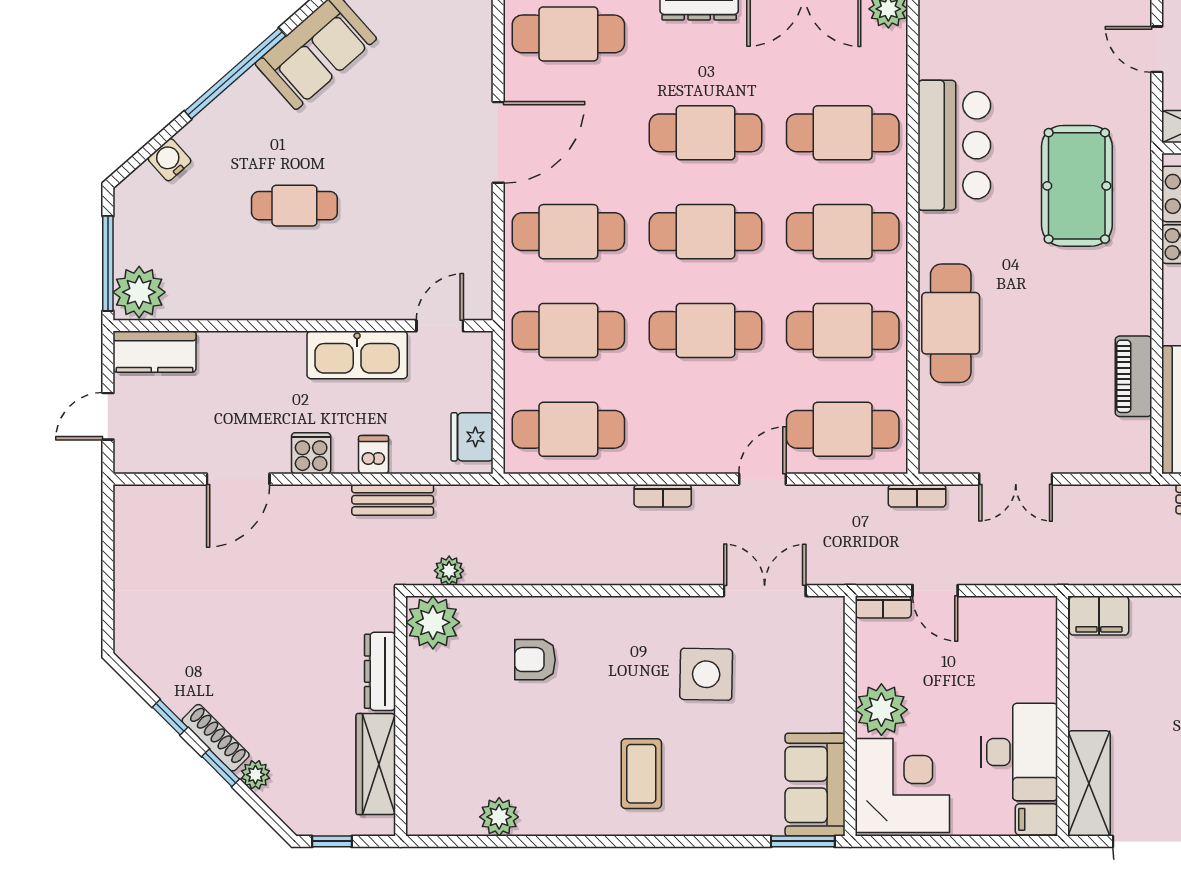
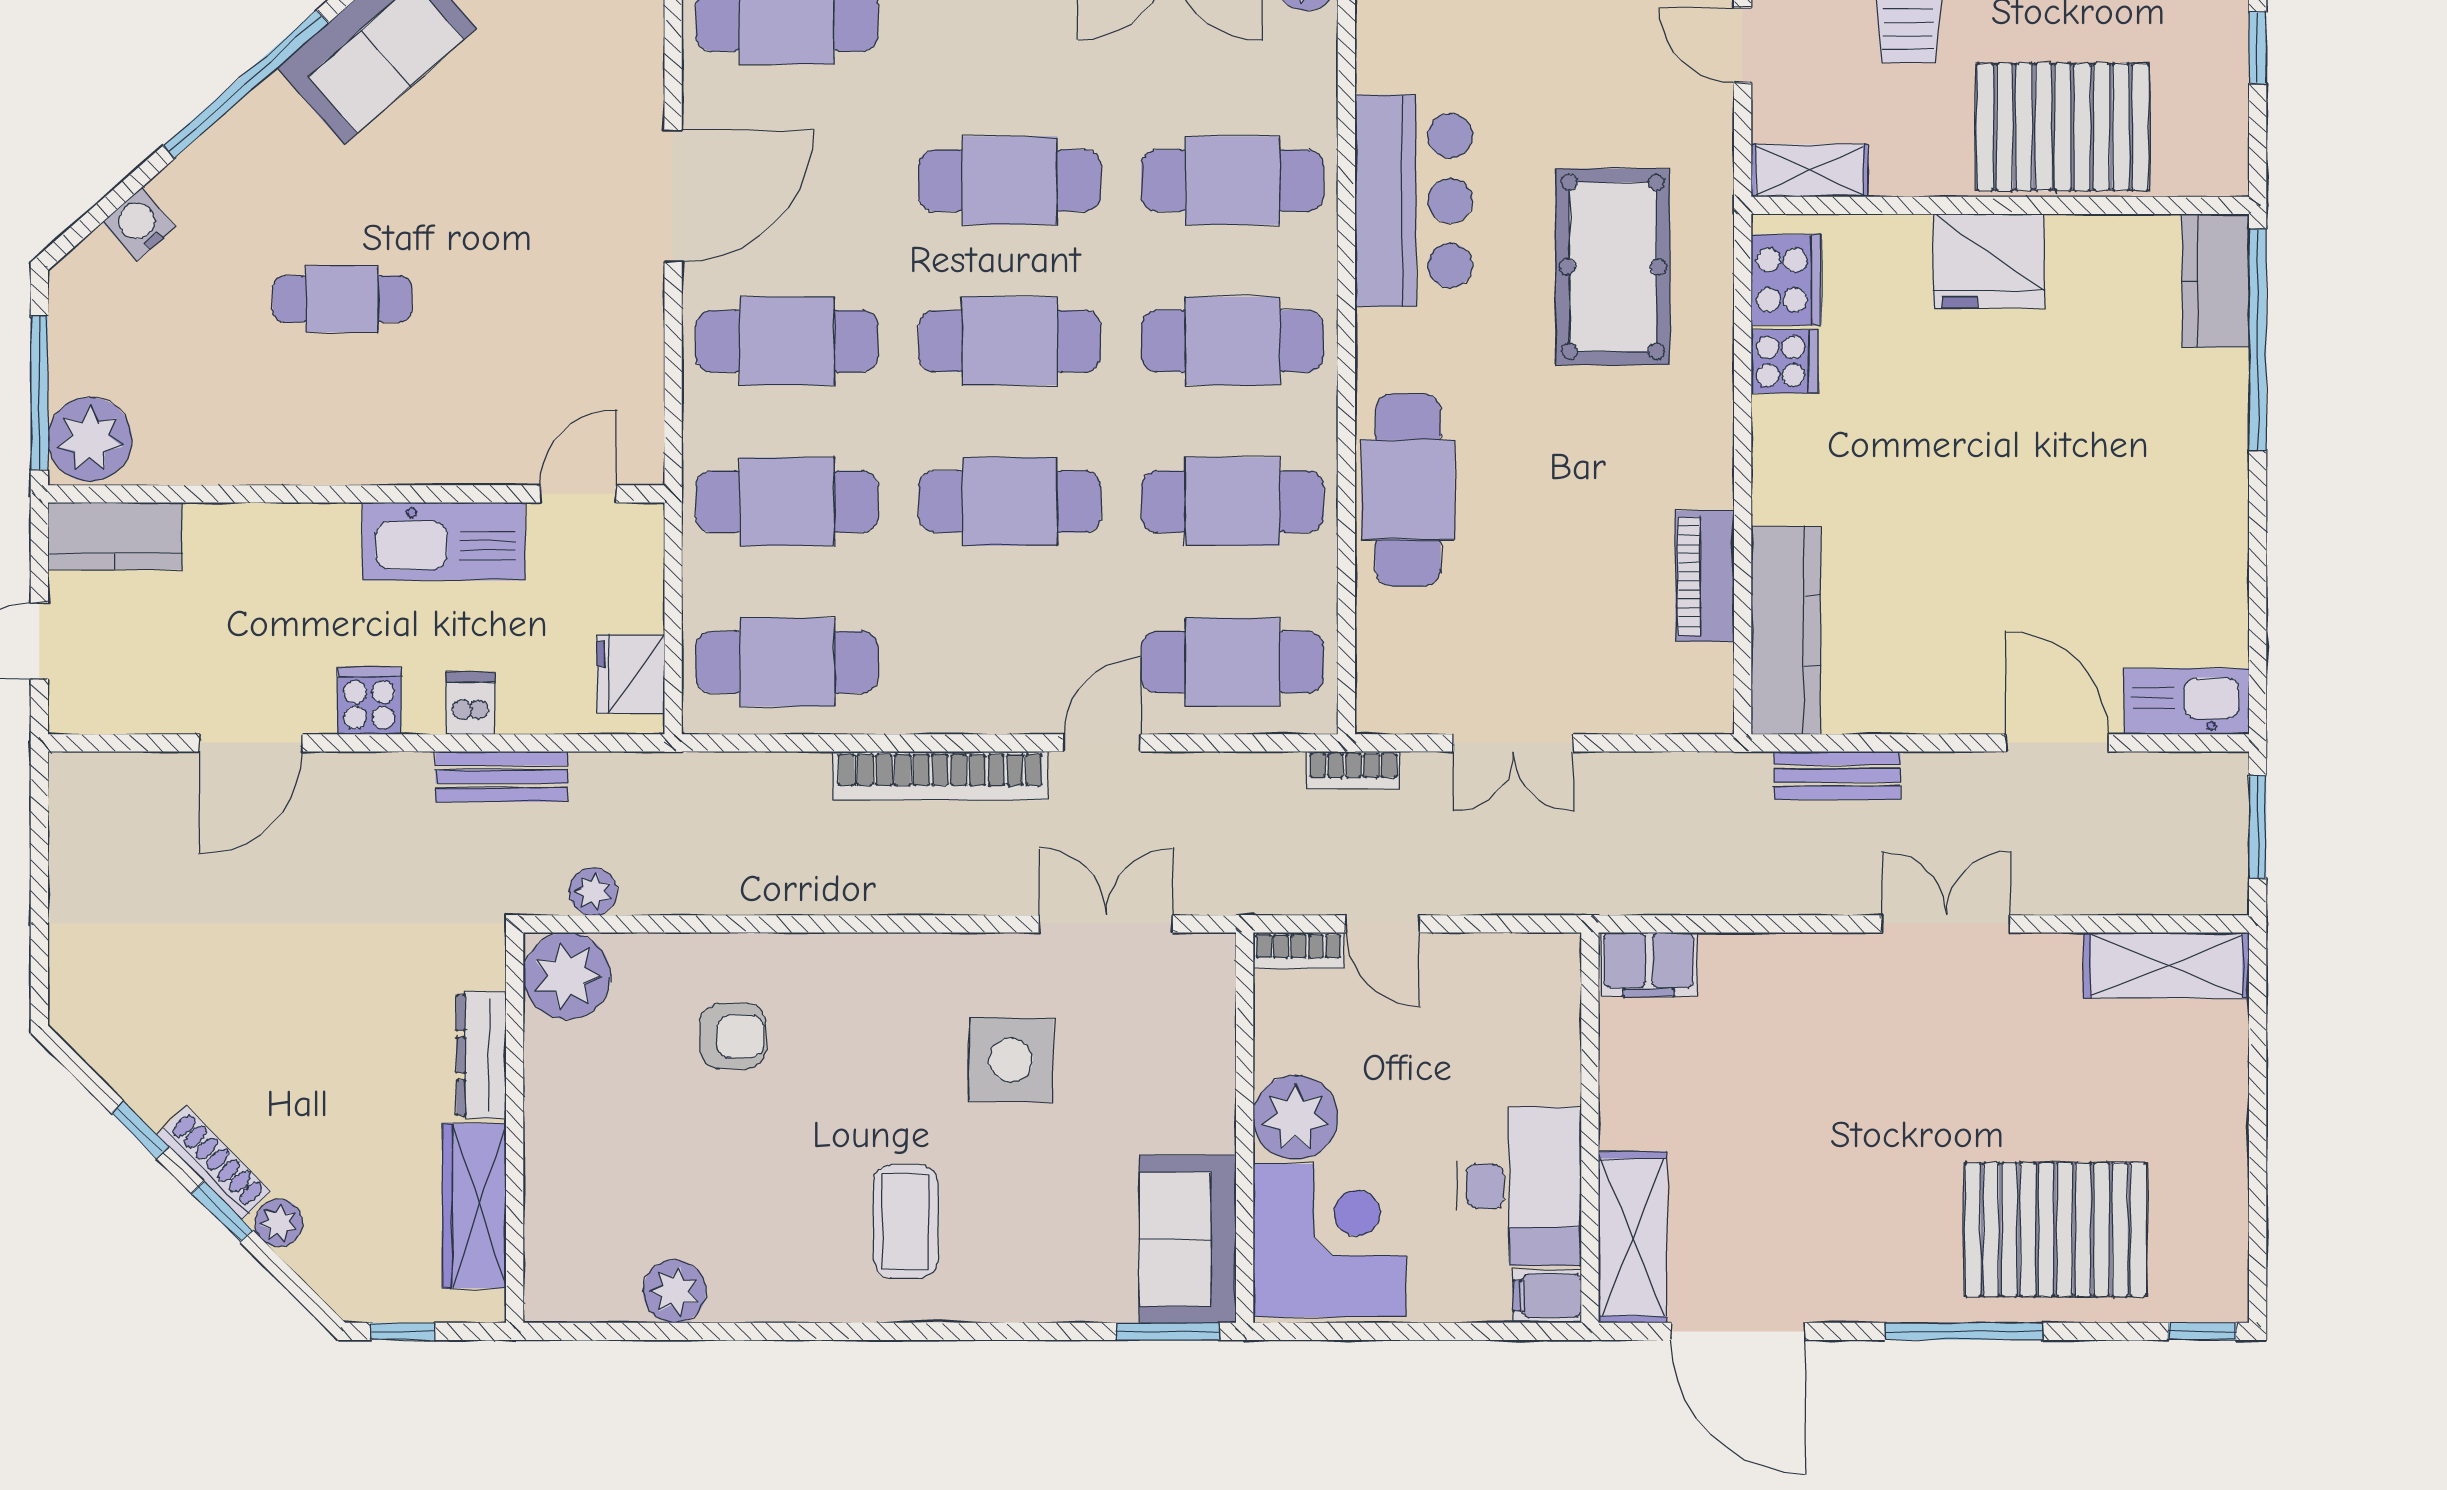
bookcase: (663, 496) -> (940, 776), width x2.31, depth x1.31
armchair: (535, 660) -> (733, 1036), turned 180

